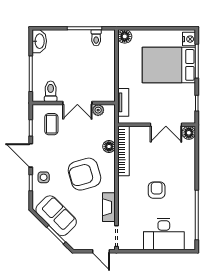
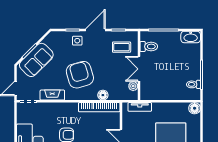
sofa: (56, 216) -> (36, 60), moved

